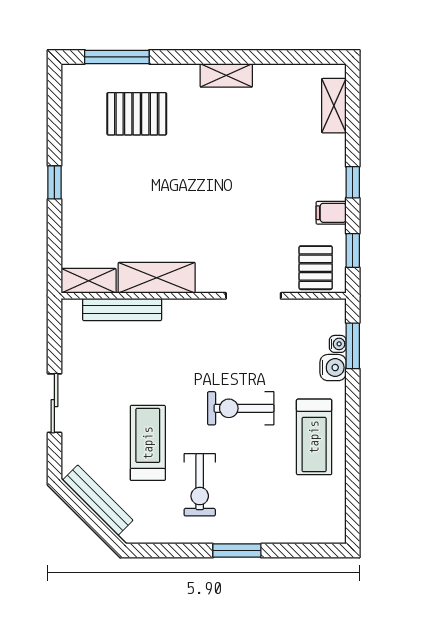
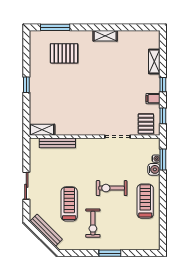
shelving: (334, 106) -> (154, 61), moved
shelving: (157, 278) -> (73, 128), removed
treadmill: (314, 437) -> (145, 201), turned 180

